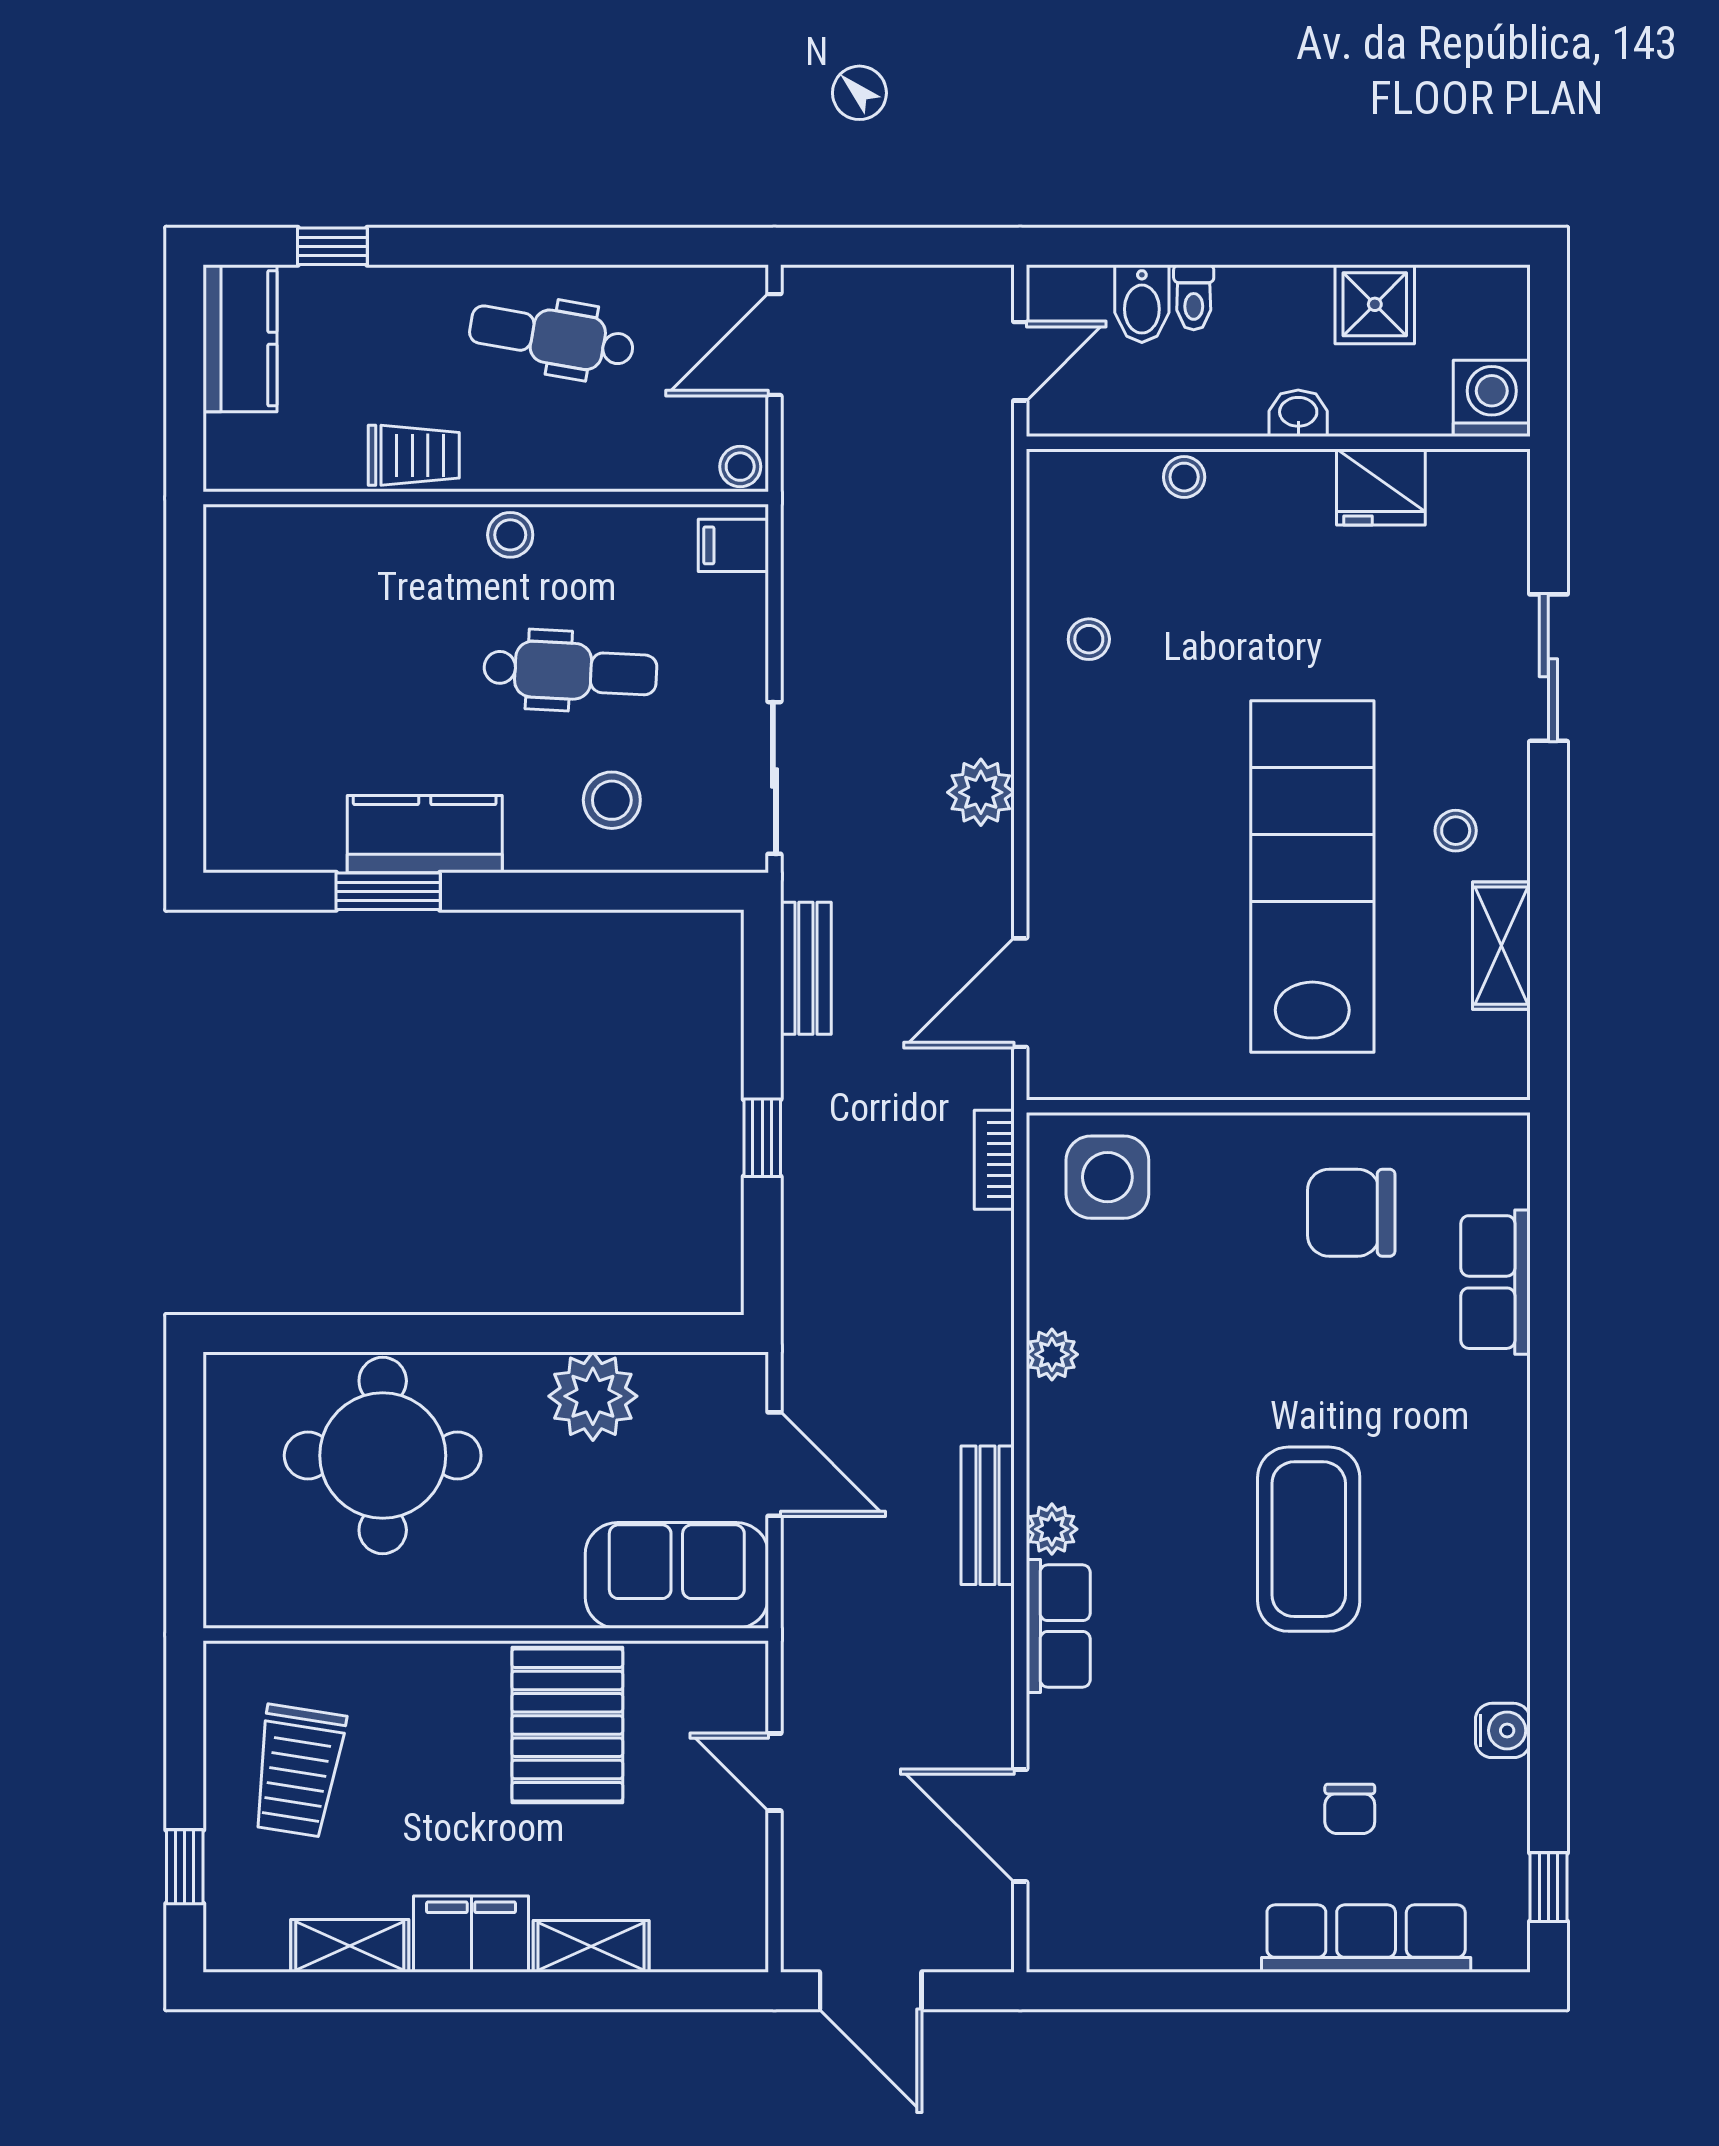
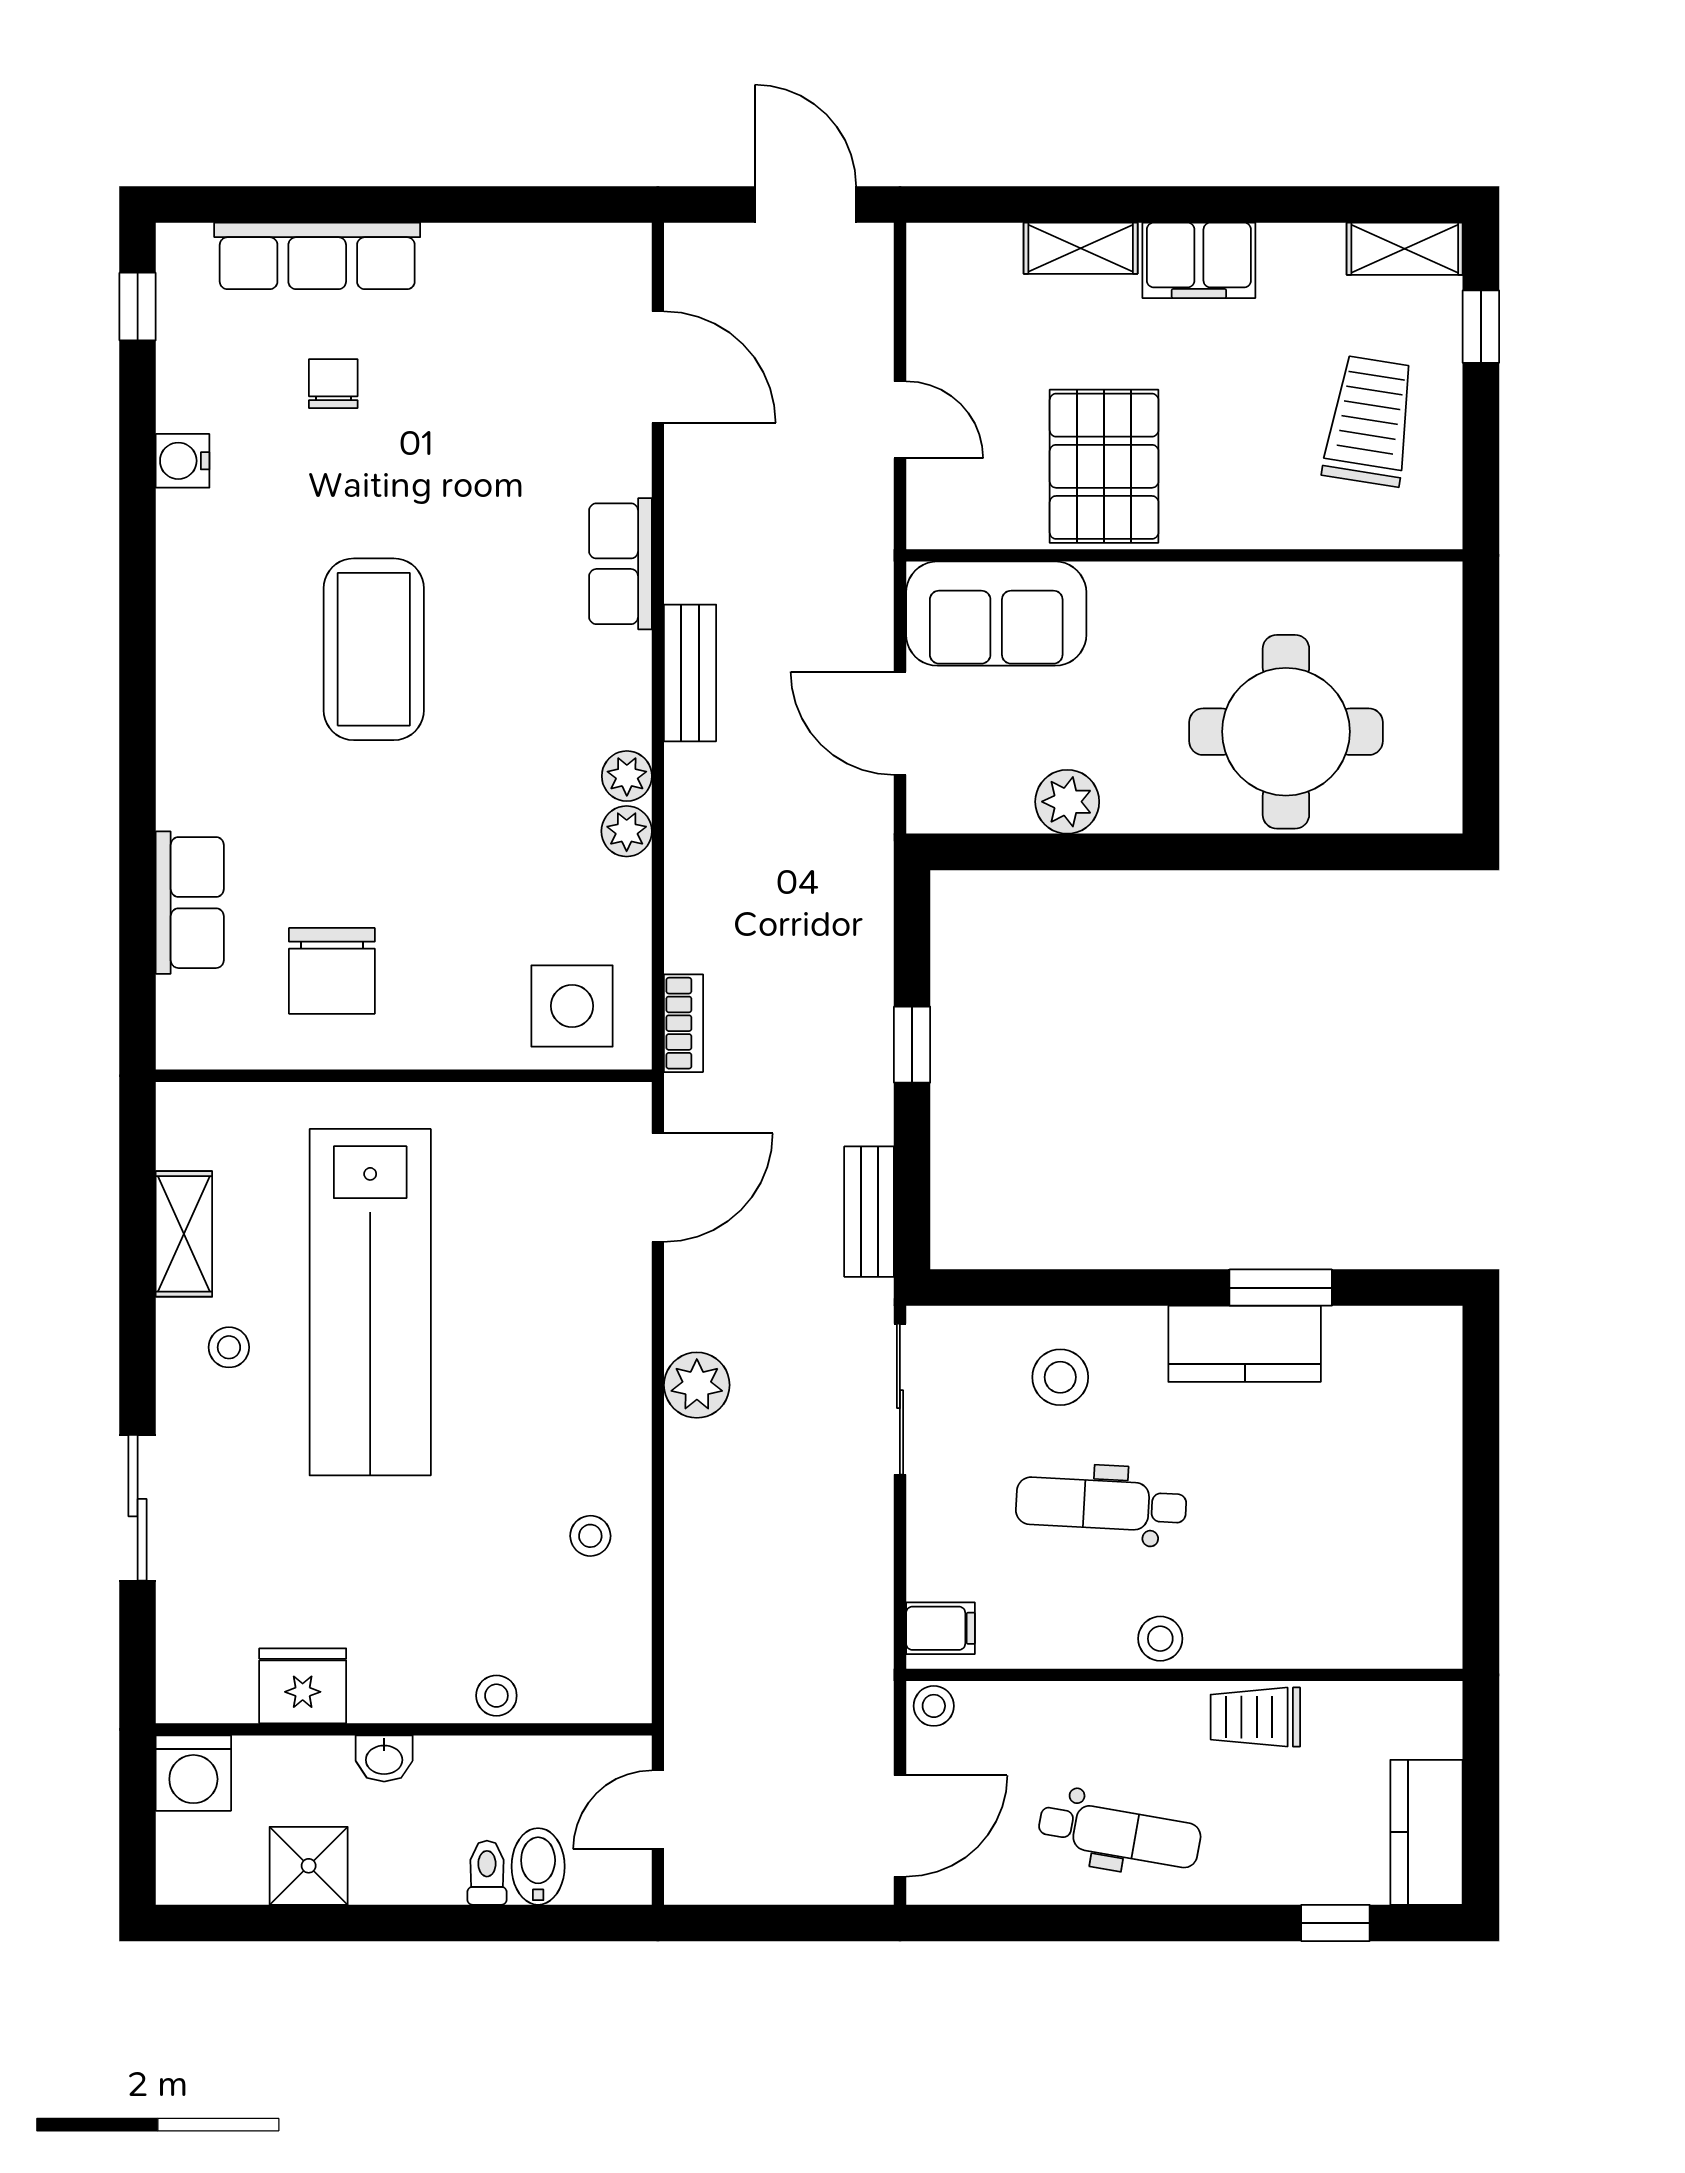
chair: (1351, 1213) -> (332, 971), turned 90
plant: (593, 1396) -> (1067, 802), width x0.73, depth x0.73
plant: (1052, 1529) -> (627, 776), moved
shelving: (350, 1946) -> (1405, 249), moved

